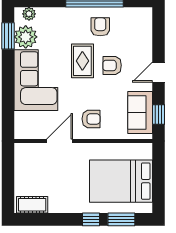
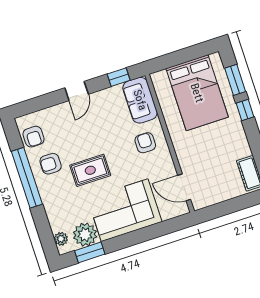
armchair: (112, 65) -> (33, 137), moved
door: (159, 72) -> (77, 91), hinge flipped
sofa: (140, 112) -> (140, 100), moved, turned 90
door: (60, 141) -> (184, 187), moved

